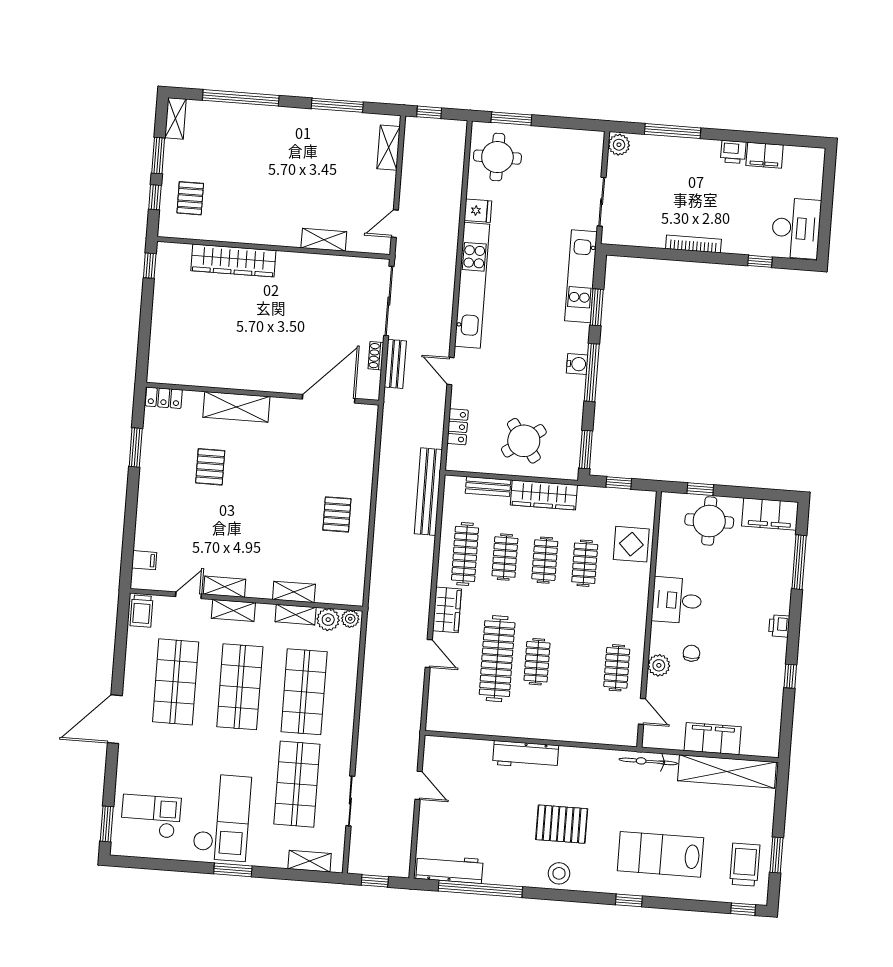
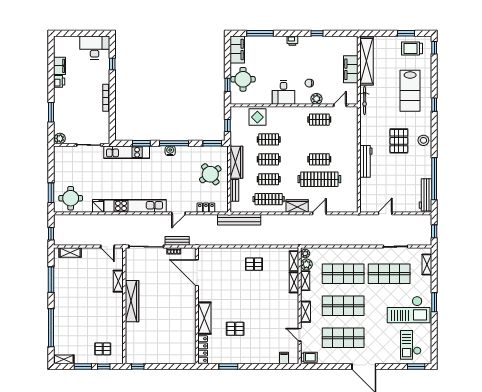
window: (673, 131) -> (51, 112), width x0.69
wardrobe: (233, 261) -> (132, 301), moved
locker: (164, 398) -> (203, 350), width x1.53
shelving: (225, 587) -> (294, 261), moved
checkout: (222, 817) -> (409, 310), turned 180

